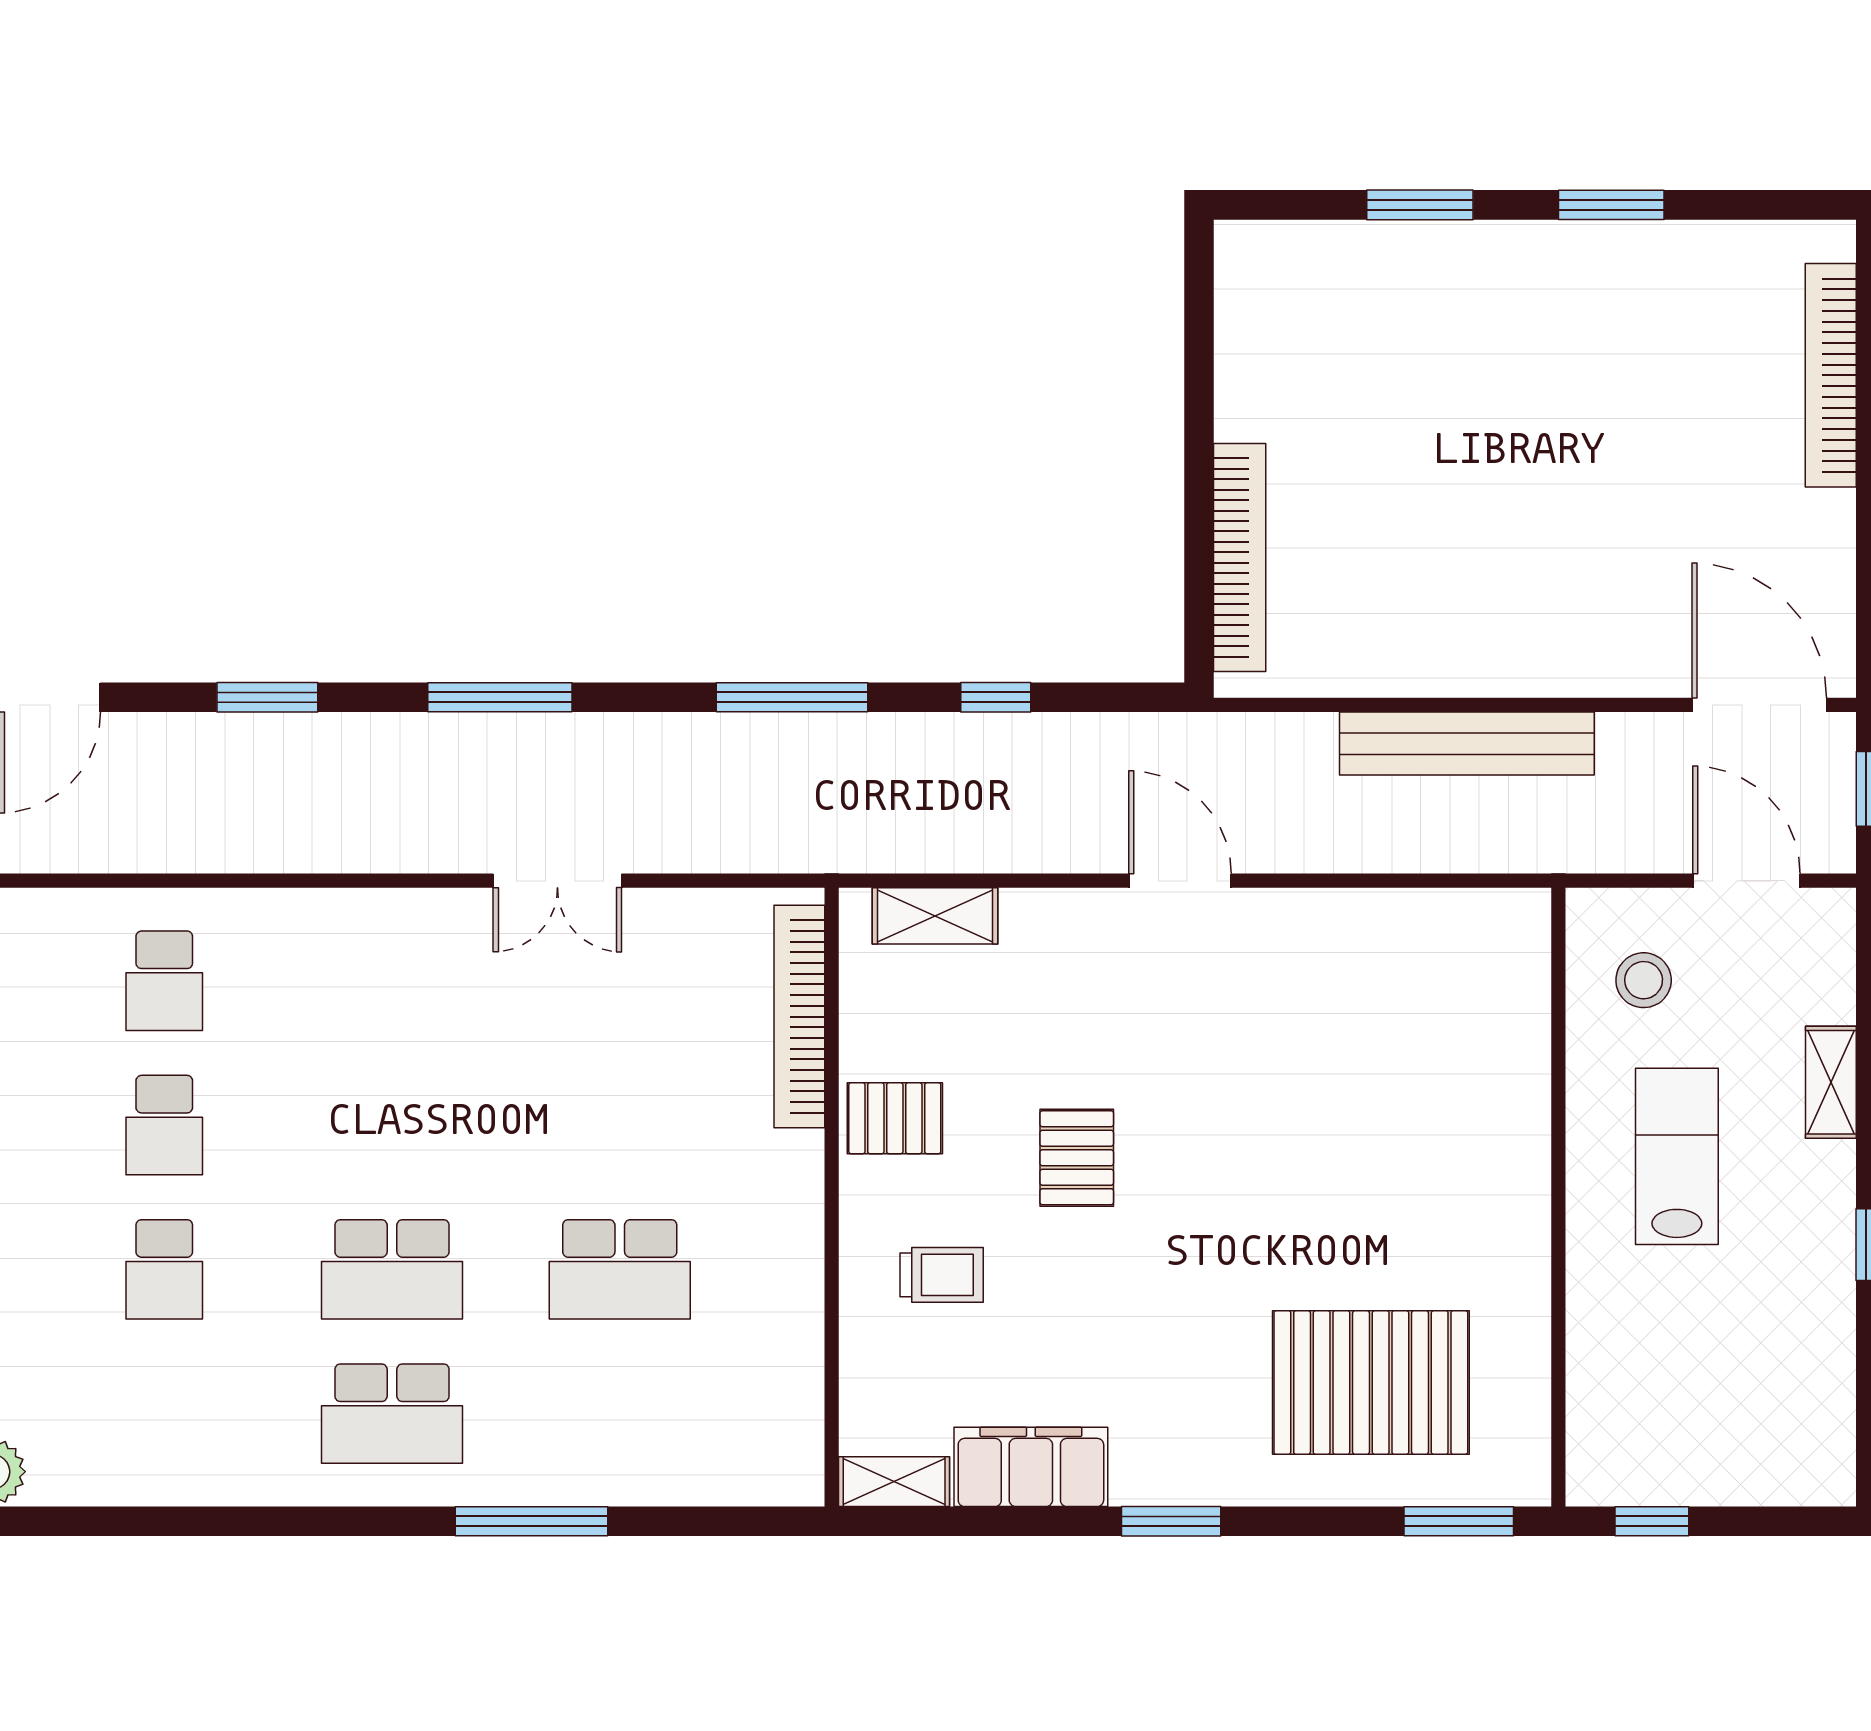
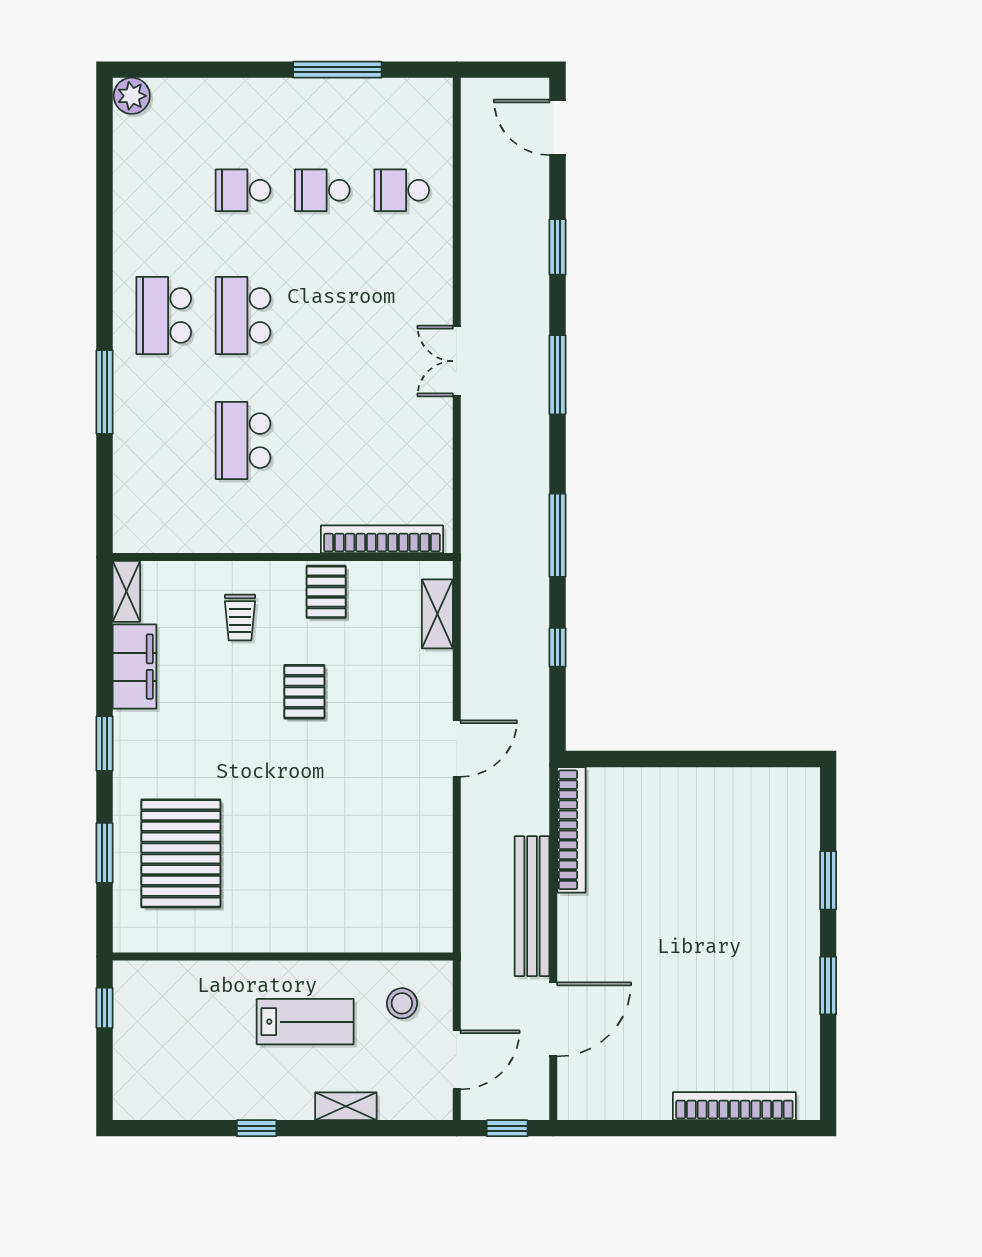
bookcase: (1240, 557) -> (571, 830), moved, turned -90
door: (1759, 705) -> (553, 1019), moved
double door: (557, 881) -> (457, 361), moved
pallet: (1077, 1158) -> (304, 692), turned 90
window: (1459, 1521) -> (105, 853), moved

